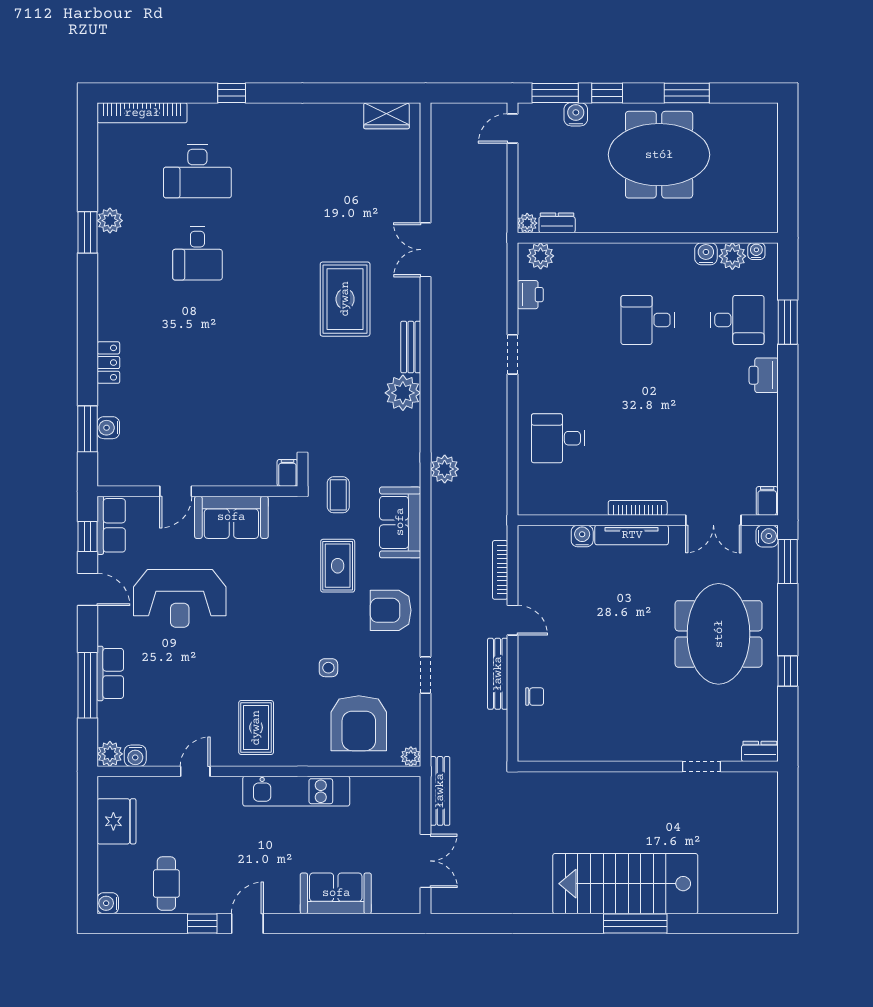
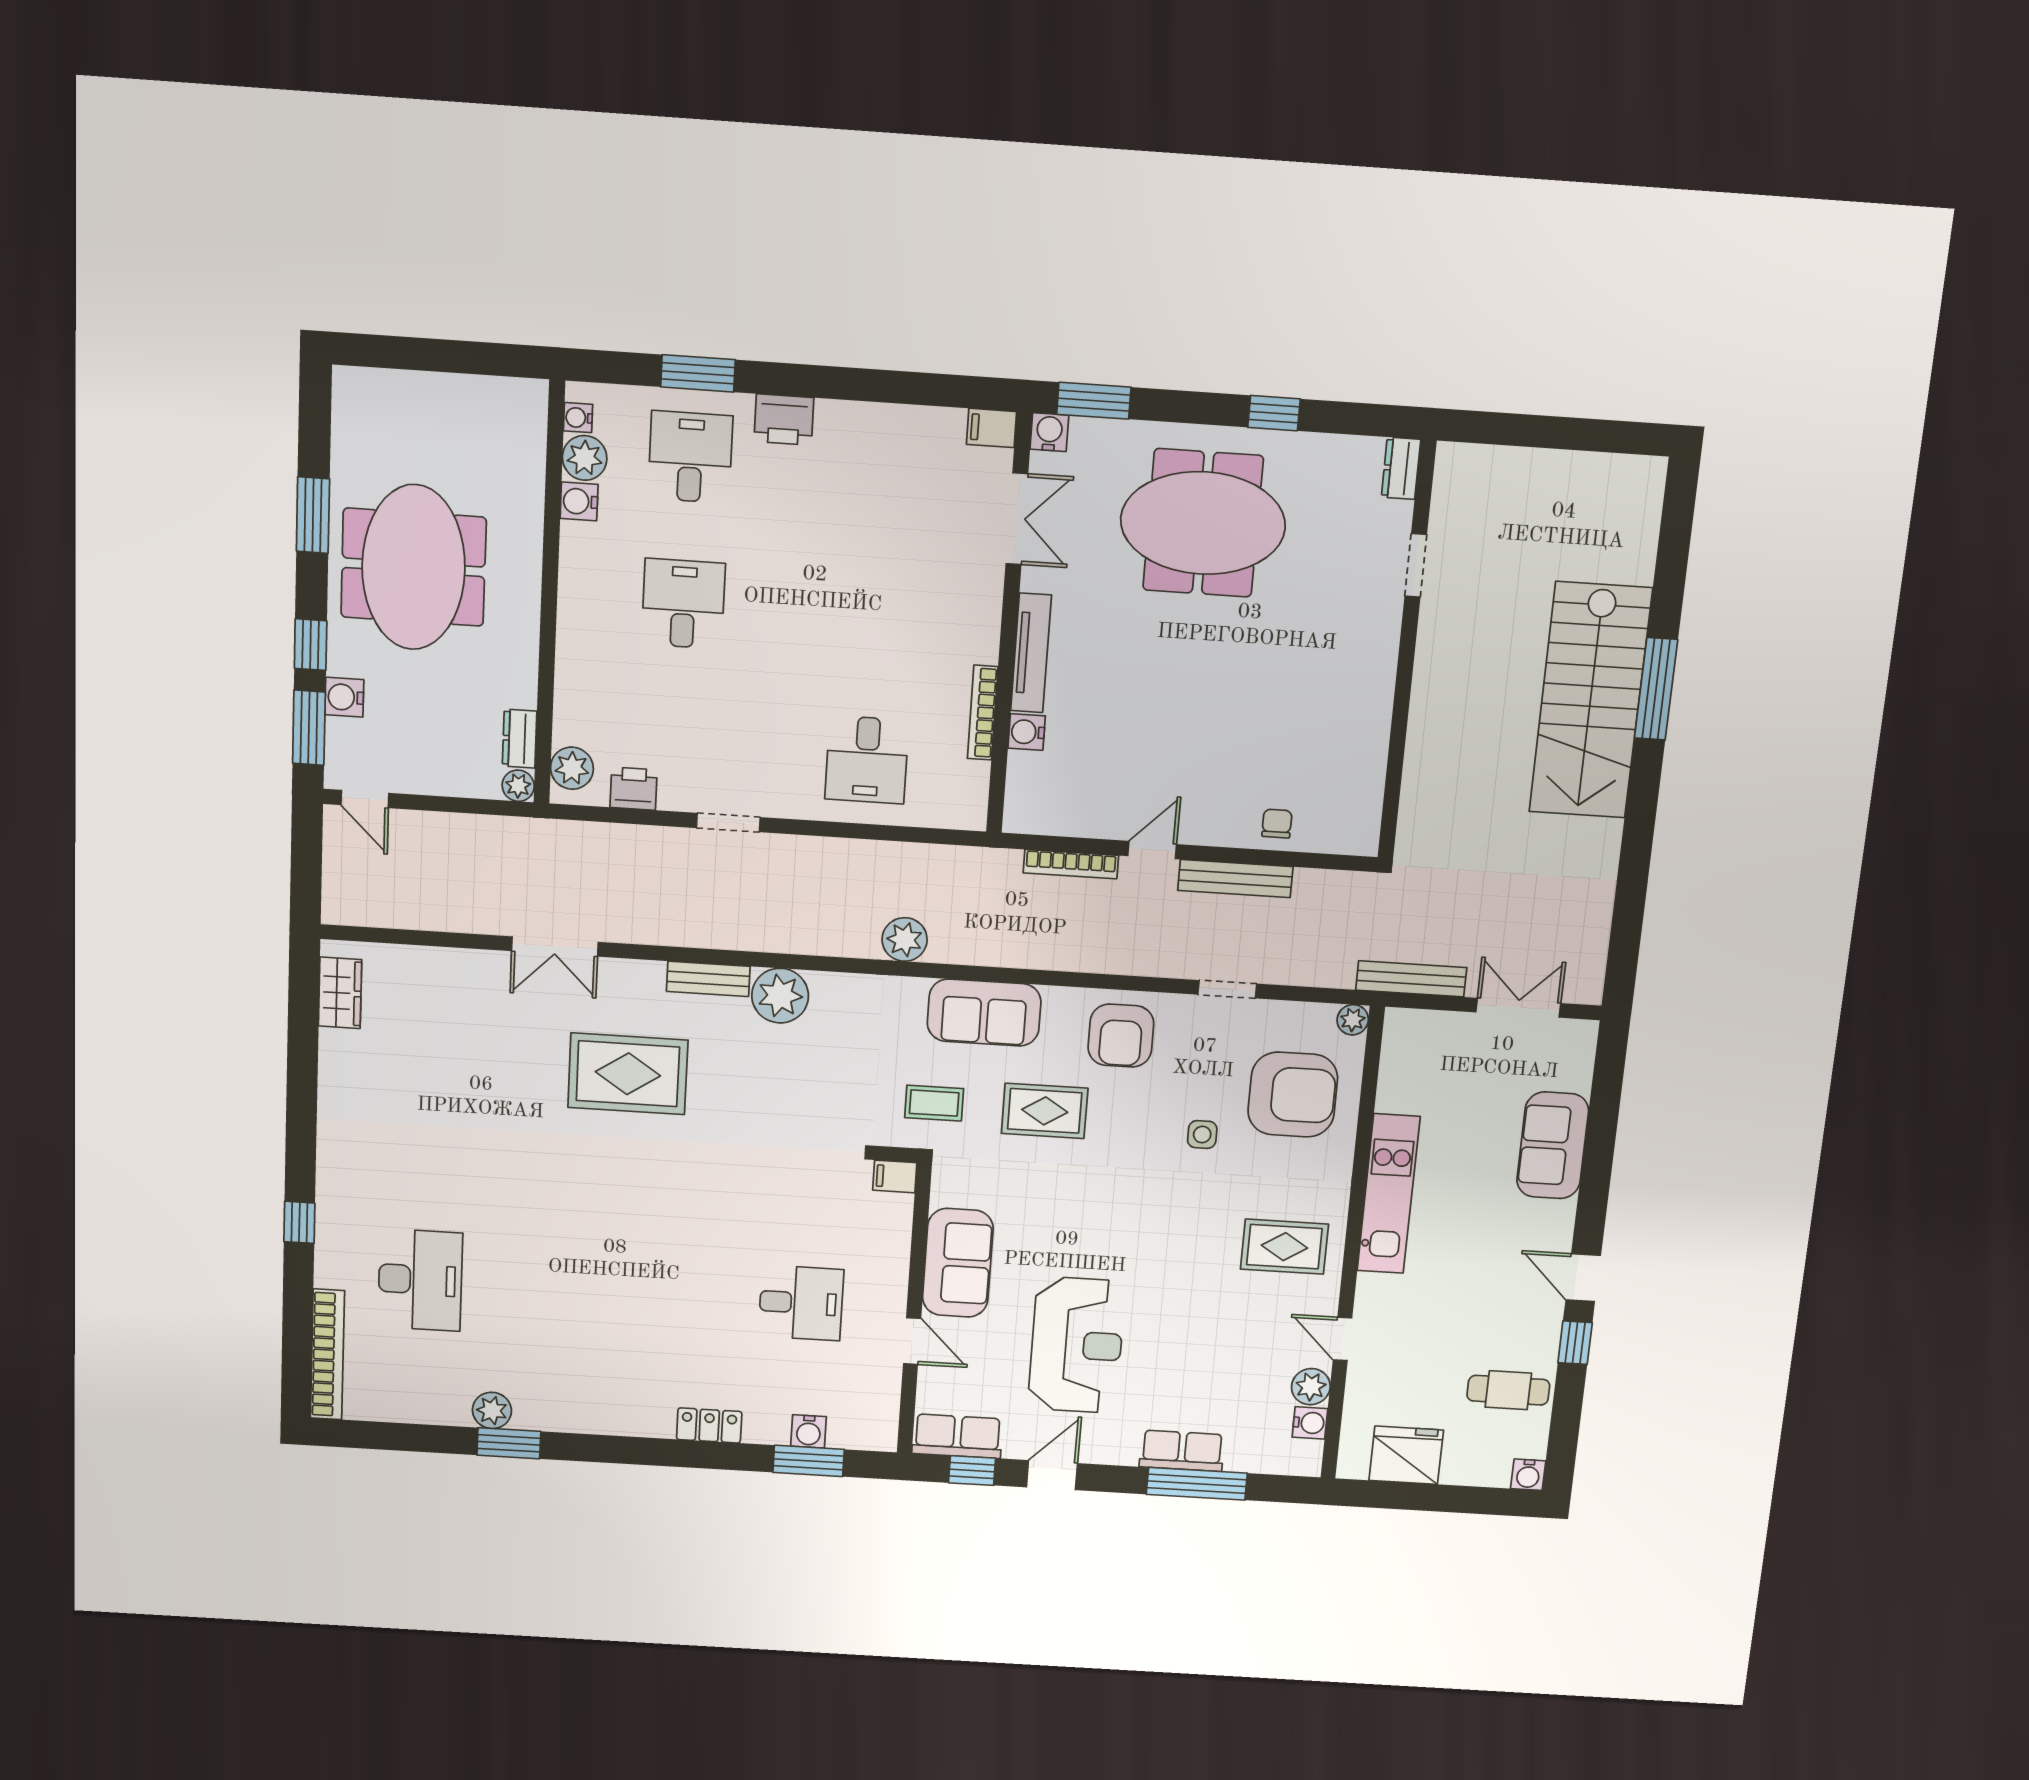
desk: (197, 253) -> (801, 1303), moved
desk: (648, 320) -> (683, 604), turned 180
bookcase: (638, 508) -> (983, 713), moved
plant: (110, 754) -> (1311, 1387), moved

